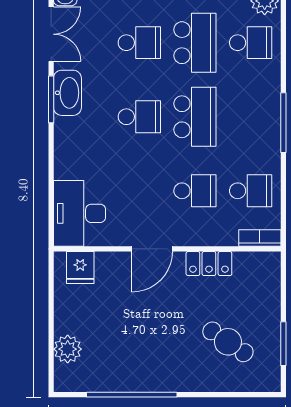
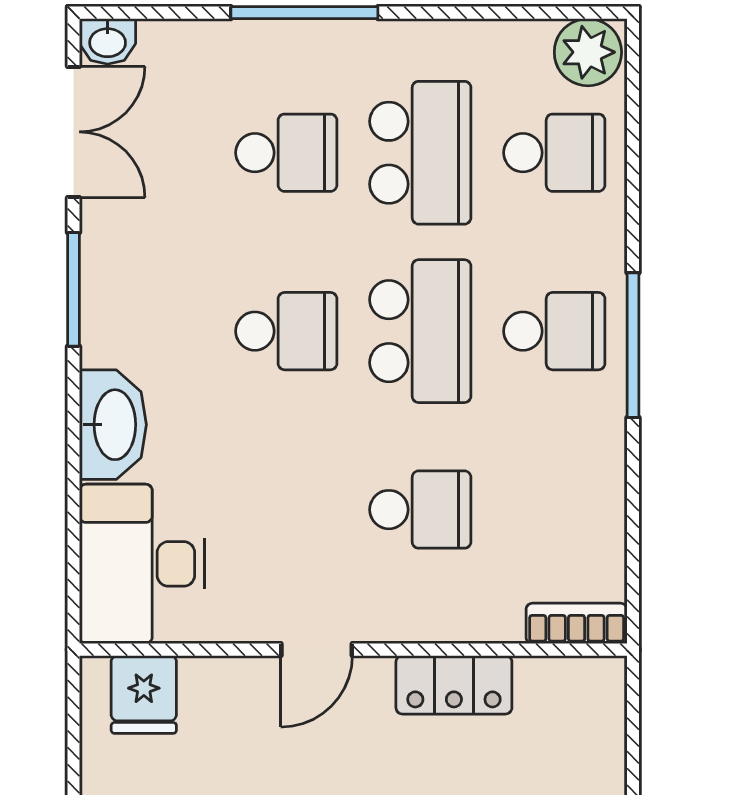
washbasin: (67, 93) -> (113, 425), moved
school desk: (251, 191) -> (554, 331), moved
door: (152, 249) -> (317, 650), width x0.73

